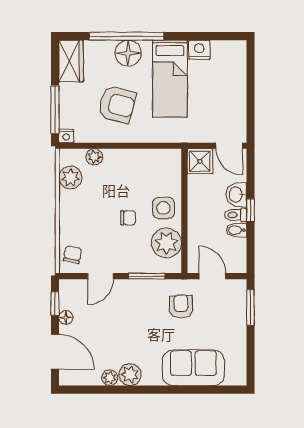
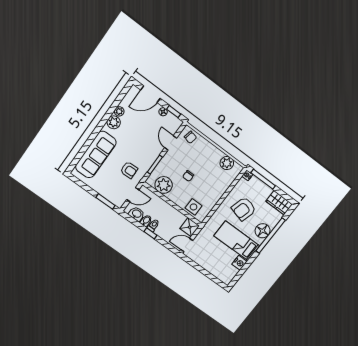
plant: (94, 157) -> (228, 181), removed
washbasin: (236, 194) -> (137, 214), moved
side table: (163, 208) -> (194, 207), moved
sofa: (193, 368) -> (96, 155), width x1.36

